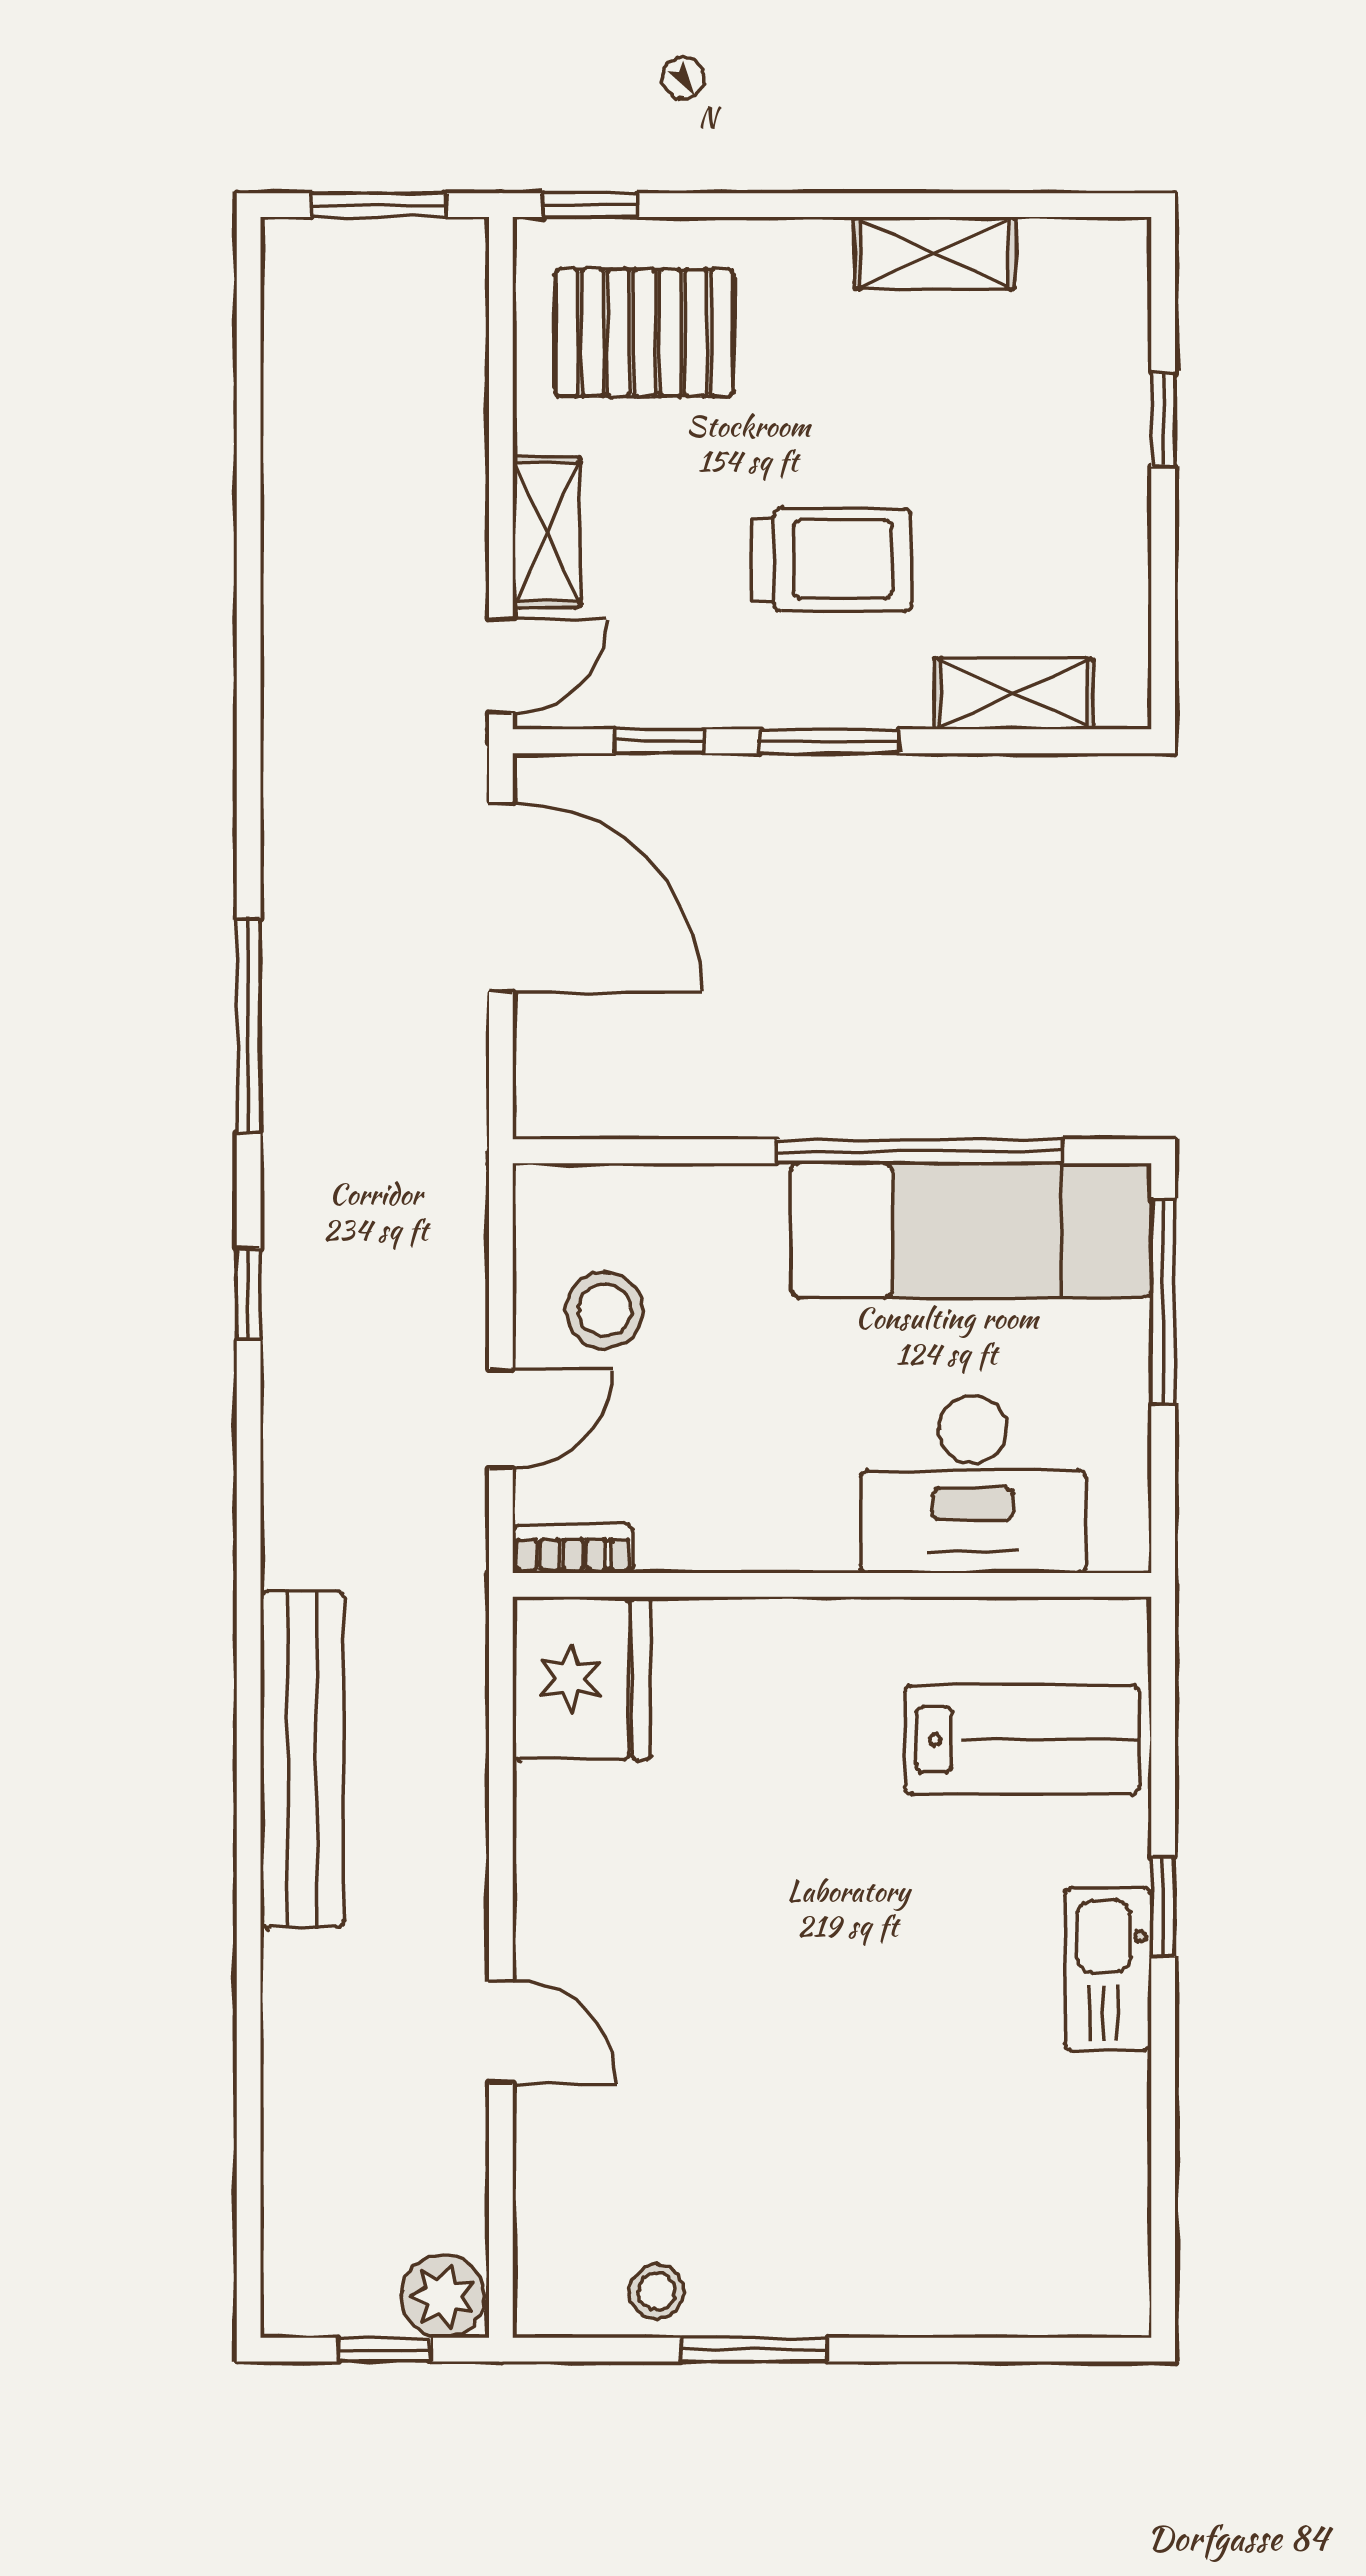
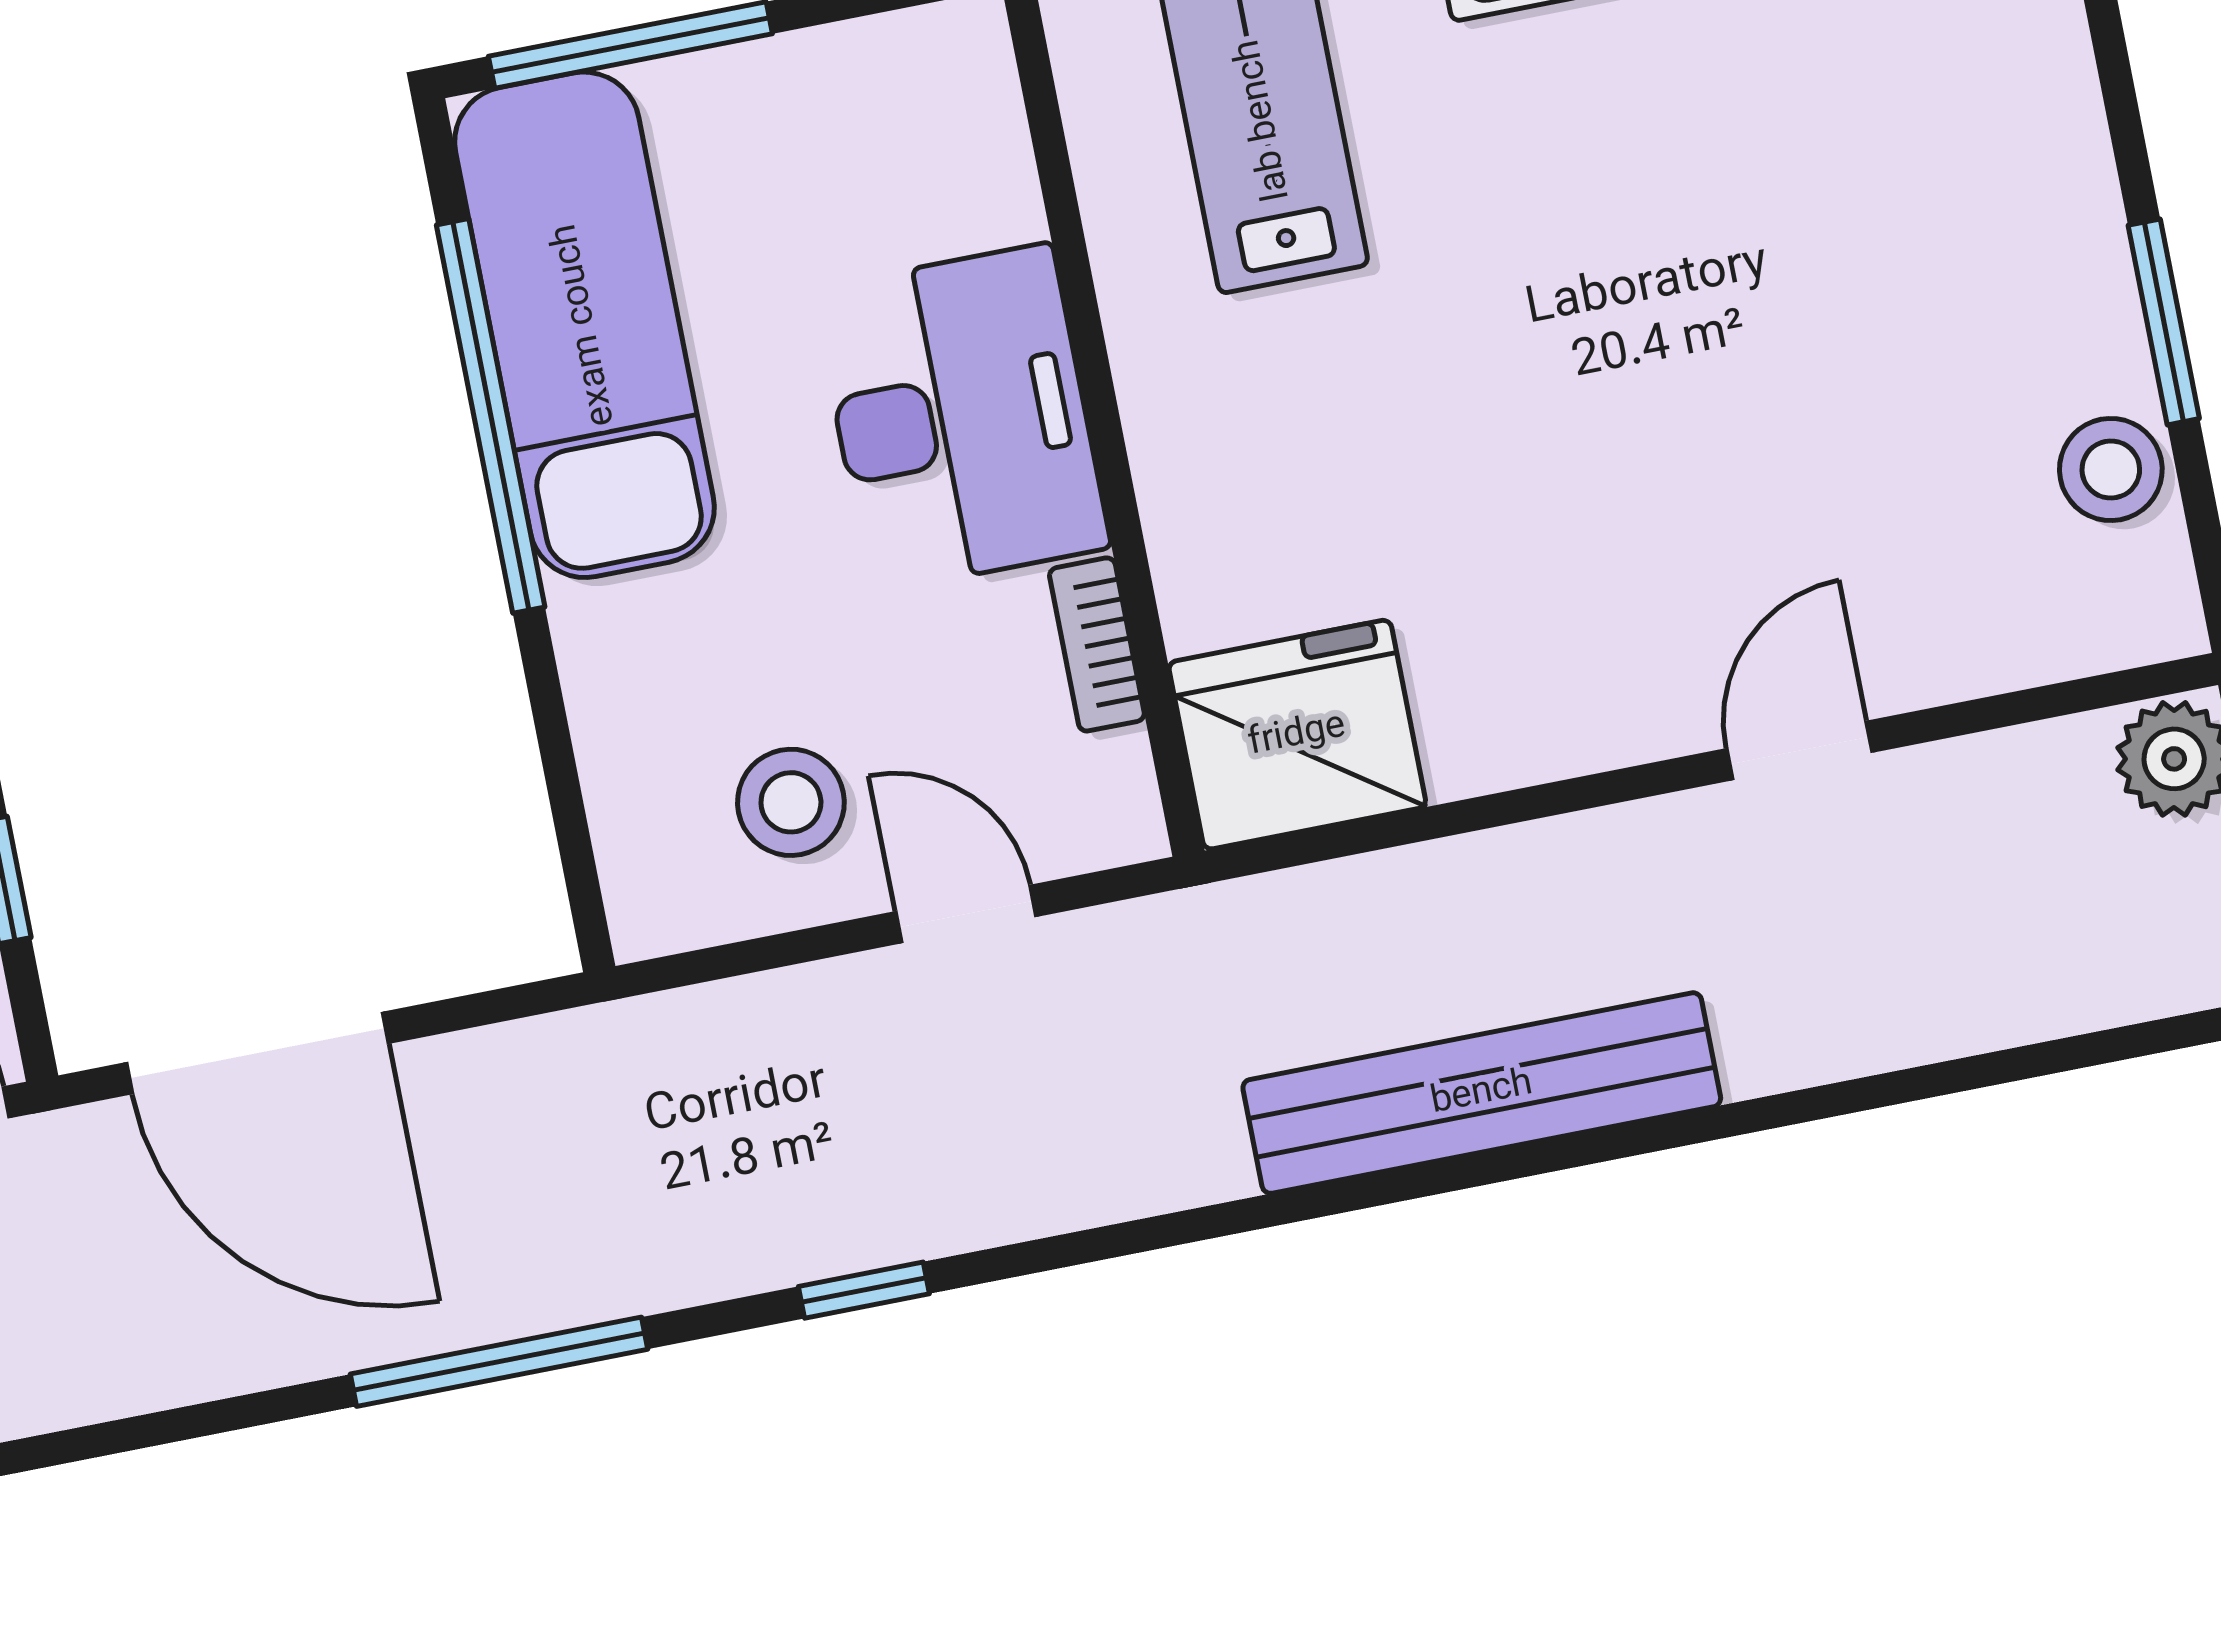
door: (501, 897) -> (257, 1053), swing flipped
desk: (973, 1484) -> (961, 418), moved
bookcase: (573, 1549) -> (1097, 644), moved
stool: (657, 2292) -> (2111, 469), width x1.37, depth x1.37

